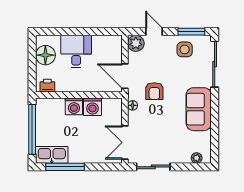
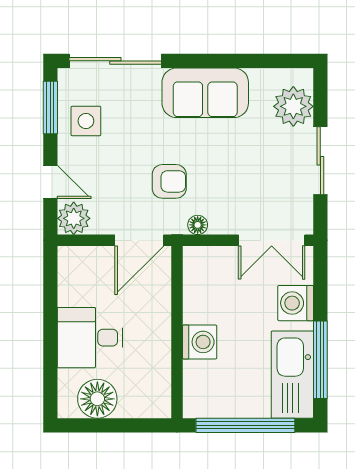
door: (154, 32) -> (50, 182), swing flipped
printer: (47, 86) -> (158, 395), removed
washing machine: (92, 107) -> (296, 303), moved, turned 180
kitchen sink: (52, 155) -> (292, 375), width x1.36, depth x1.24
plant: (197, 158) -> (293, 106), width x1.88, depth x1.88
sliding door: (153, 167) -> (320, 161), moved

